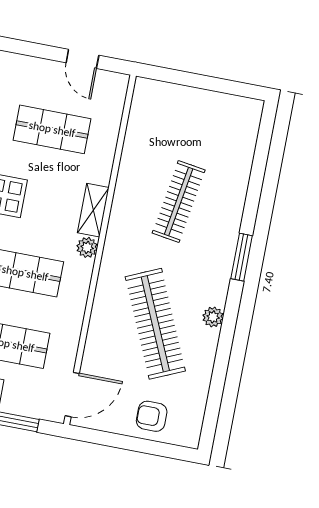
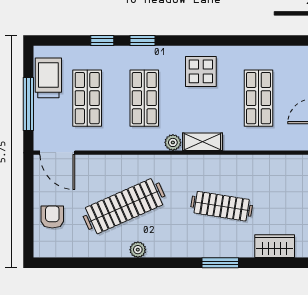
wardrobe: (241, 145) -> (275, 246), added
window: (242, 257) -> (220, 263), moved

